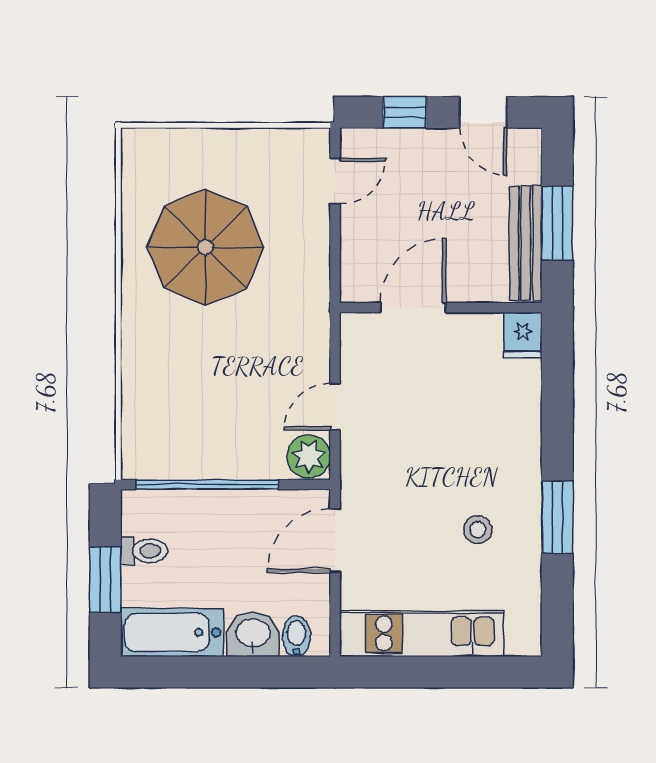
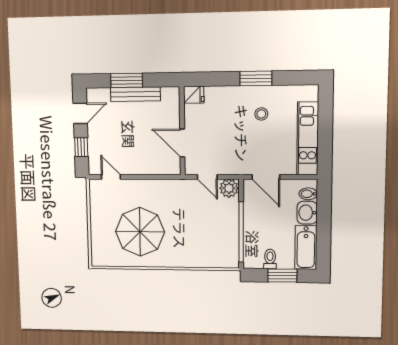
door: (413, 308) -> (182, 143), moved
wall: (441, 308) -> (182, 131), moved
fridge: (523, 335) -> (194, 95), moved

